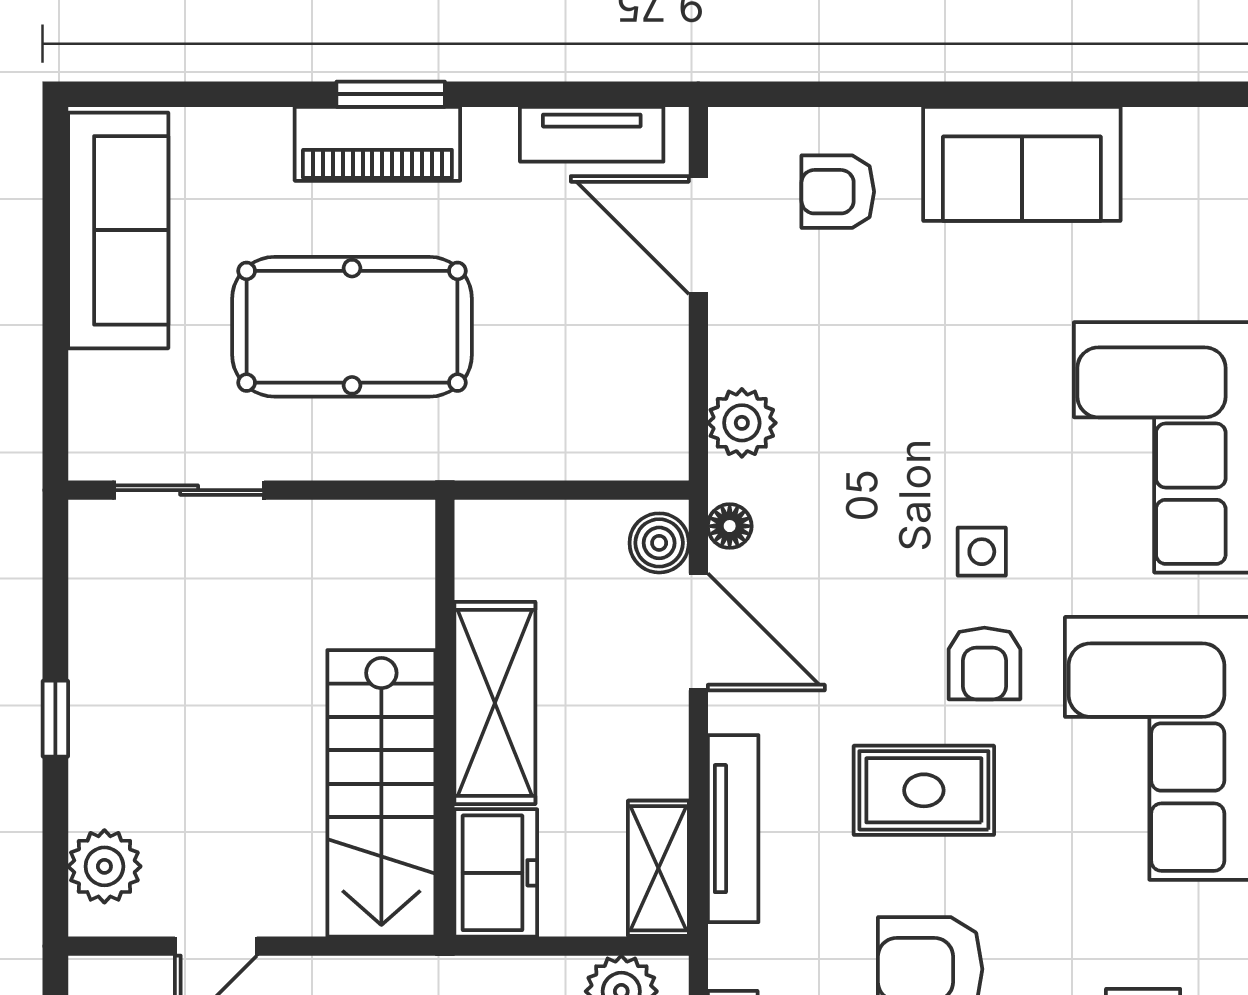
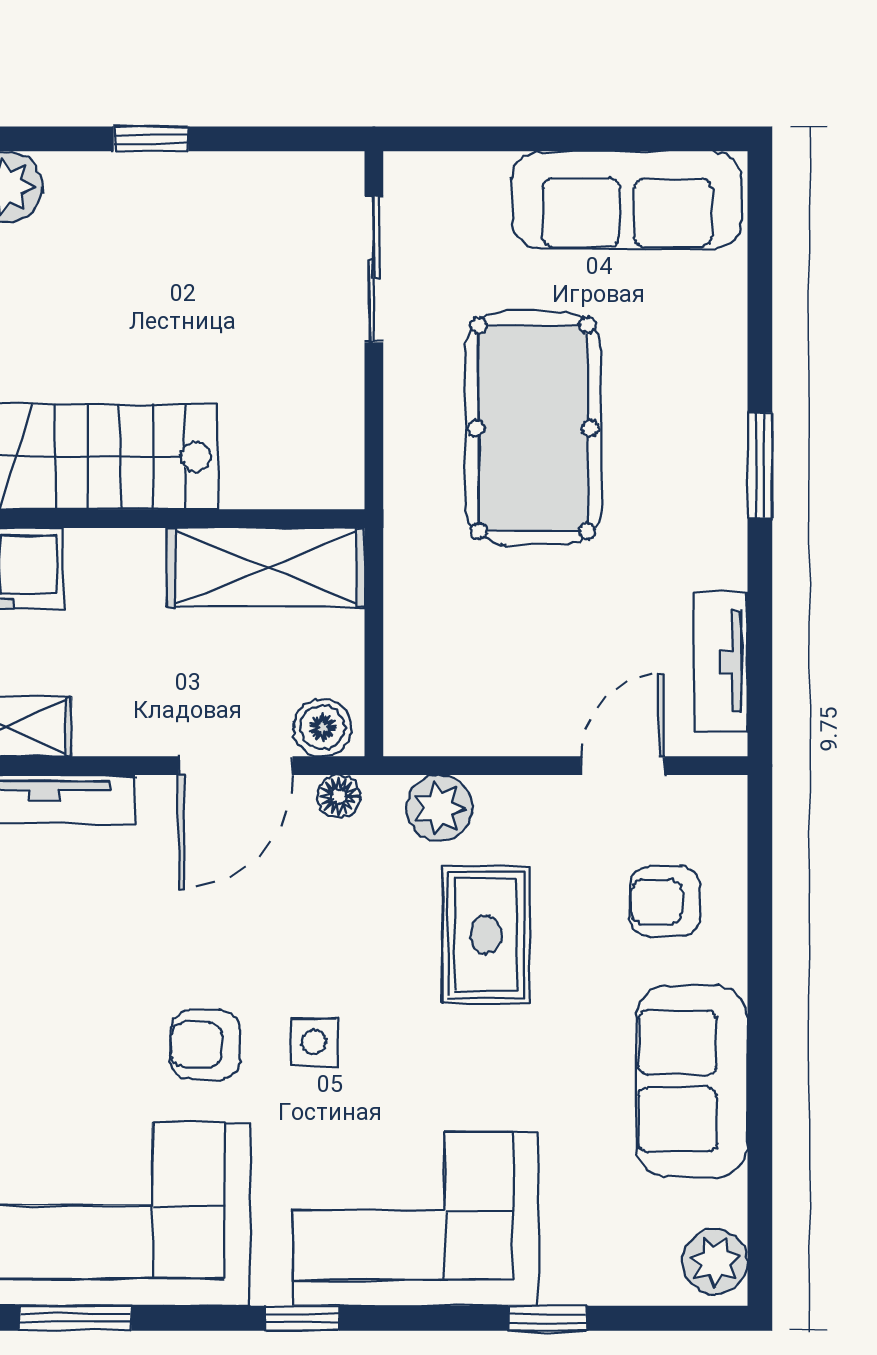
plant: (1207, 140) -> (715, 1262), added
piano: (377, 144) -> (711, 453), removed
armchair: (838, 192) -> (665, 902), turned -90
door: (698, 235) -> (623, 766), width x0.73
shelving: (495, 703) -> (266, 567), moved
rug: (924, 790) -> (486, 935), moved

